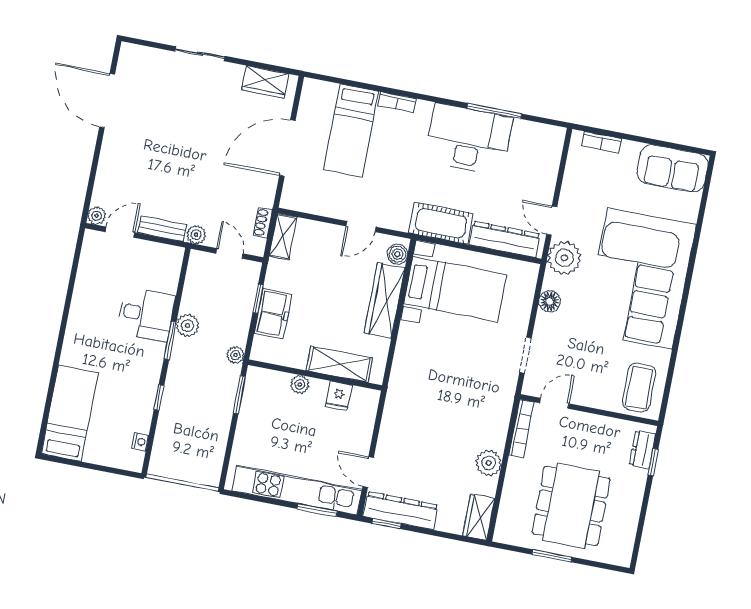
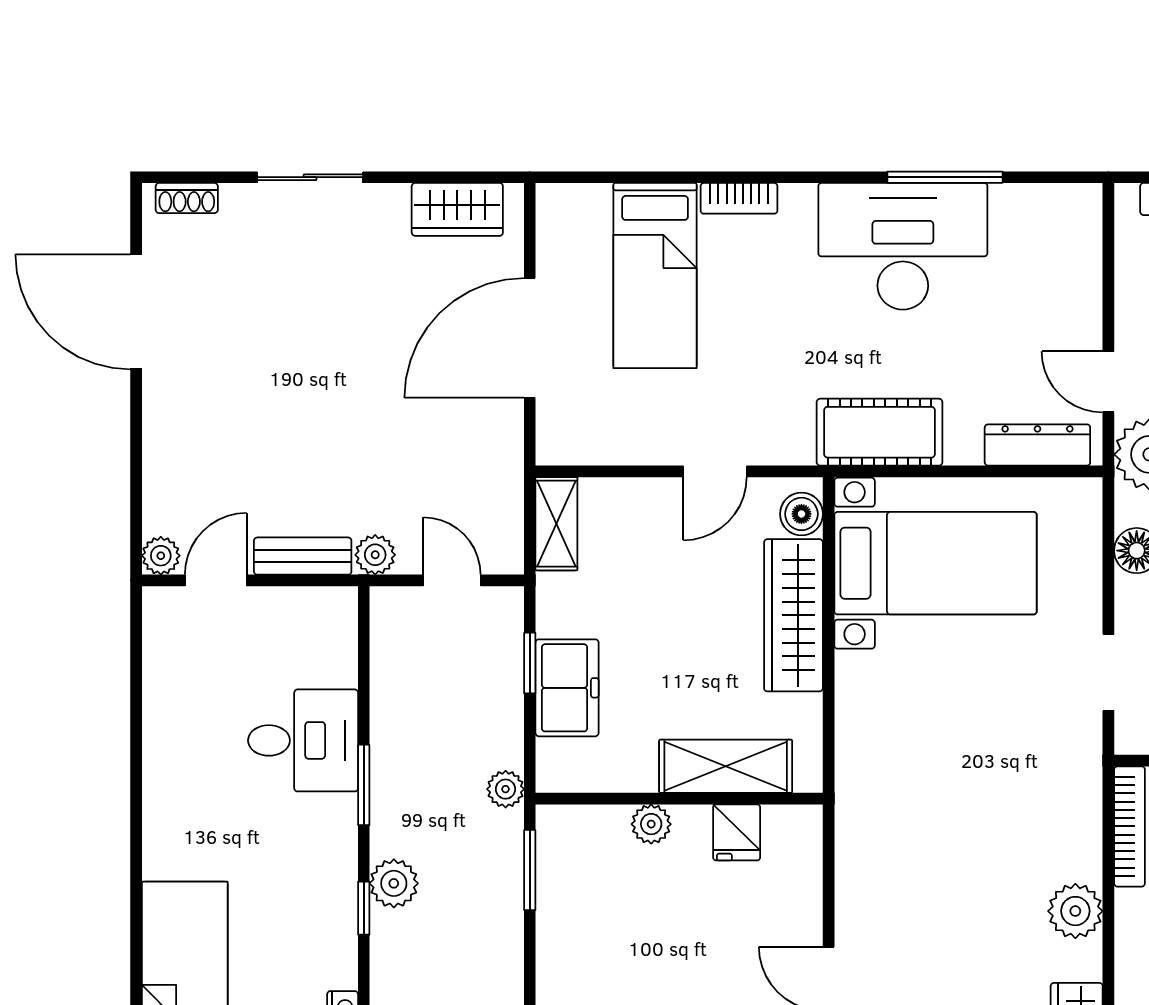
shoe rack: (263, 223) -> (187, 198), moved, turned -90
dresser: (505, 239) -> (1037, 445), width x0.73, depth x0.80
plant: (187, 326) -> (394, 883), moved

